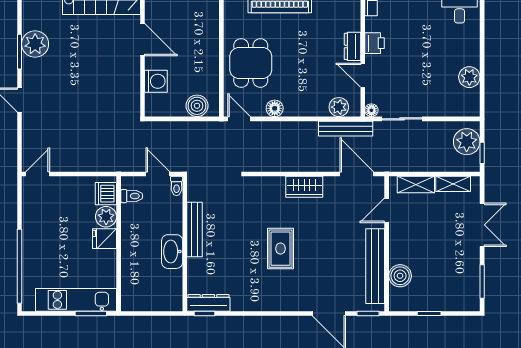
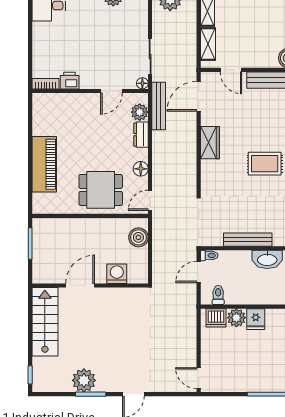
printer: (375, 43) -> (70, 81), moved
dresser: (352, 46) -> (141, 135), moved, turned 90

